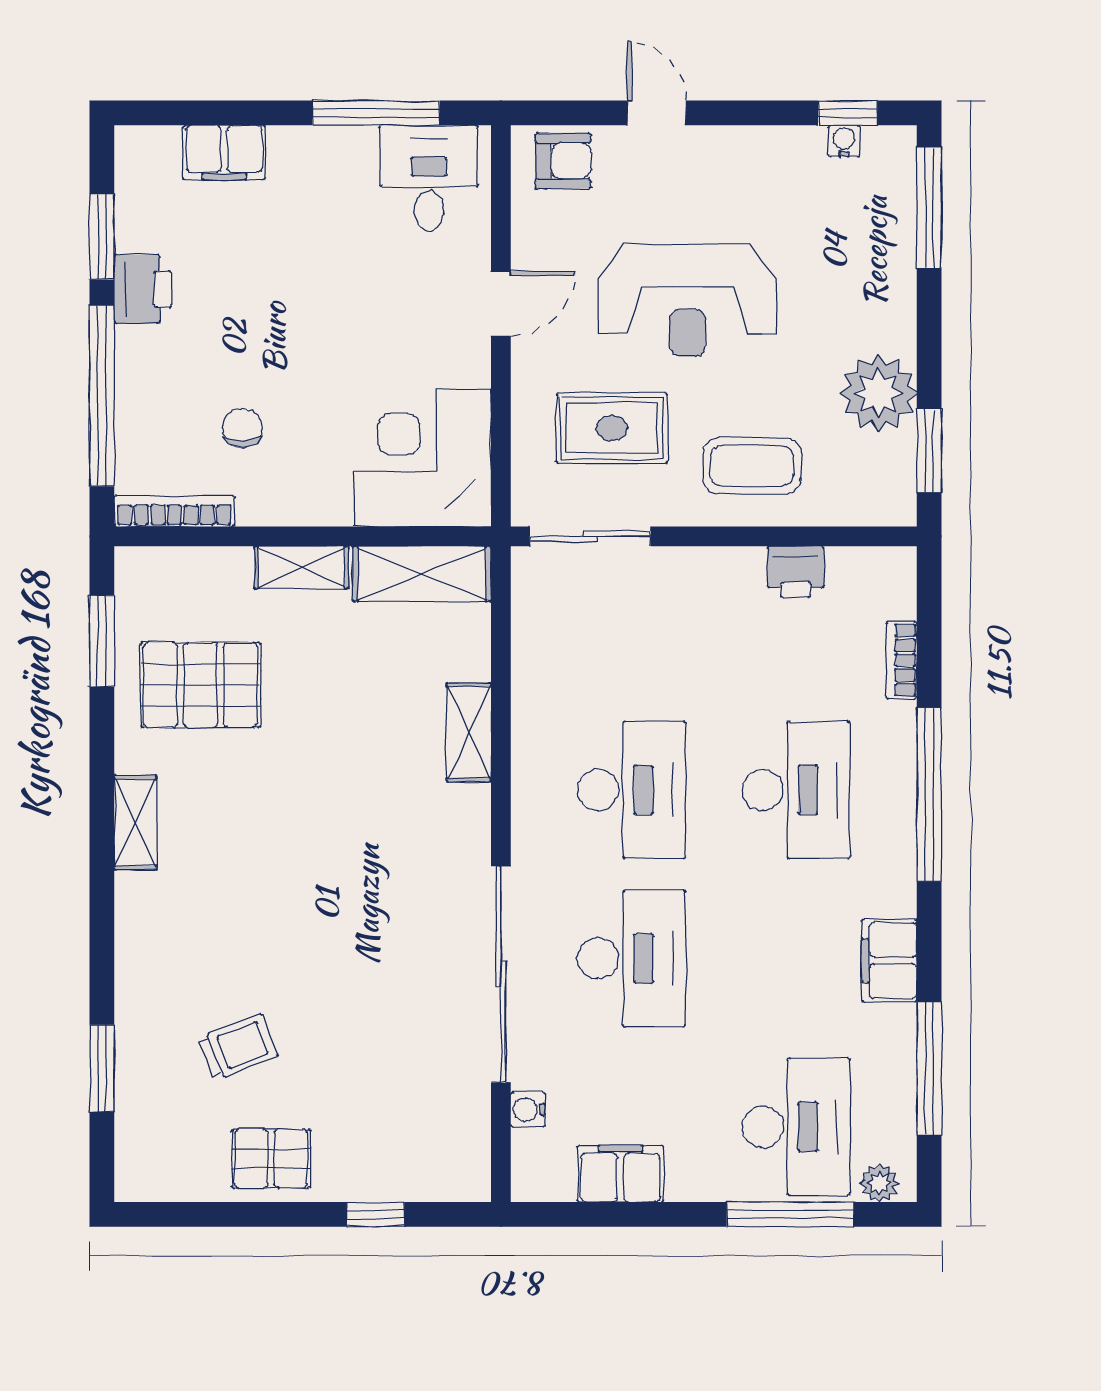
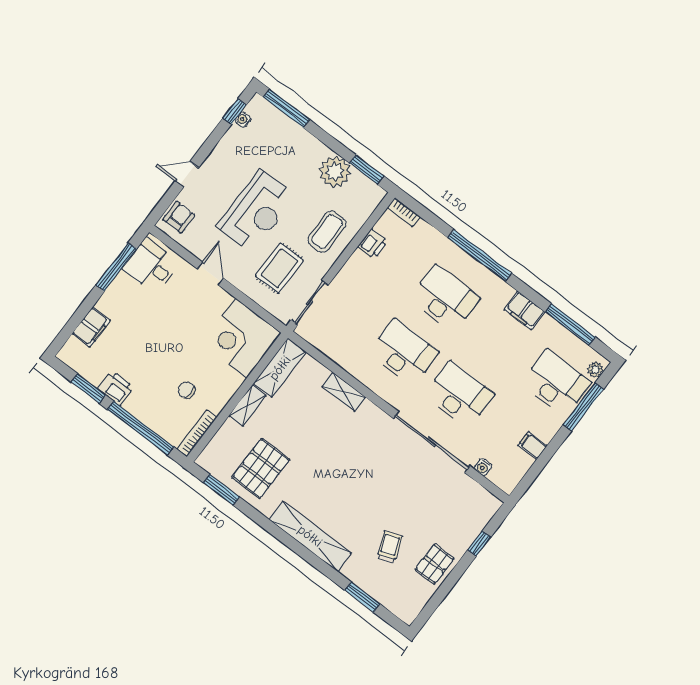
bookcase: (902, 660) -> (404, 212), moved
shelving: (135, 822) -> (310, 536), width x2.20, depth x1.33
filing cabinet: (621, 1174) -> (533, 446), width x0.50

